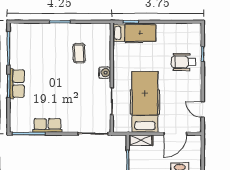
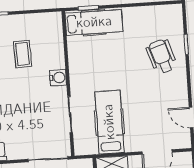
wheelchair: (183, 62) -> (161, 56), turned 72
hospital bed: (145, 102) -> (109, 122), width x0.73, depth x0.78

